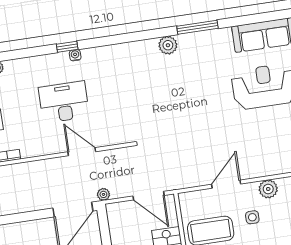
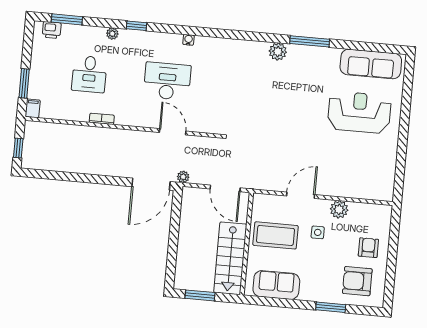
window: (67, 47) -> (137, 26), moved

